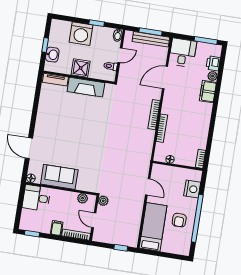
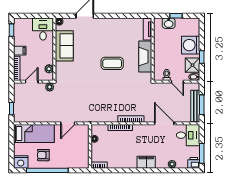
printer: (213, 63) -> (194, 163), moved
shower: (81, 68) -> (193, 65), moved
filing cabinet: (208, 92) -> (146, 162), moved
coffee table: (88, 126) -> (112, 63), added
nightstand: (192, 189) -> (21, 162), moved

